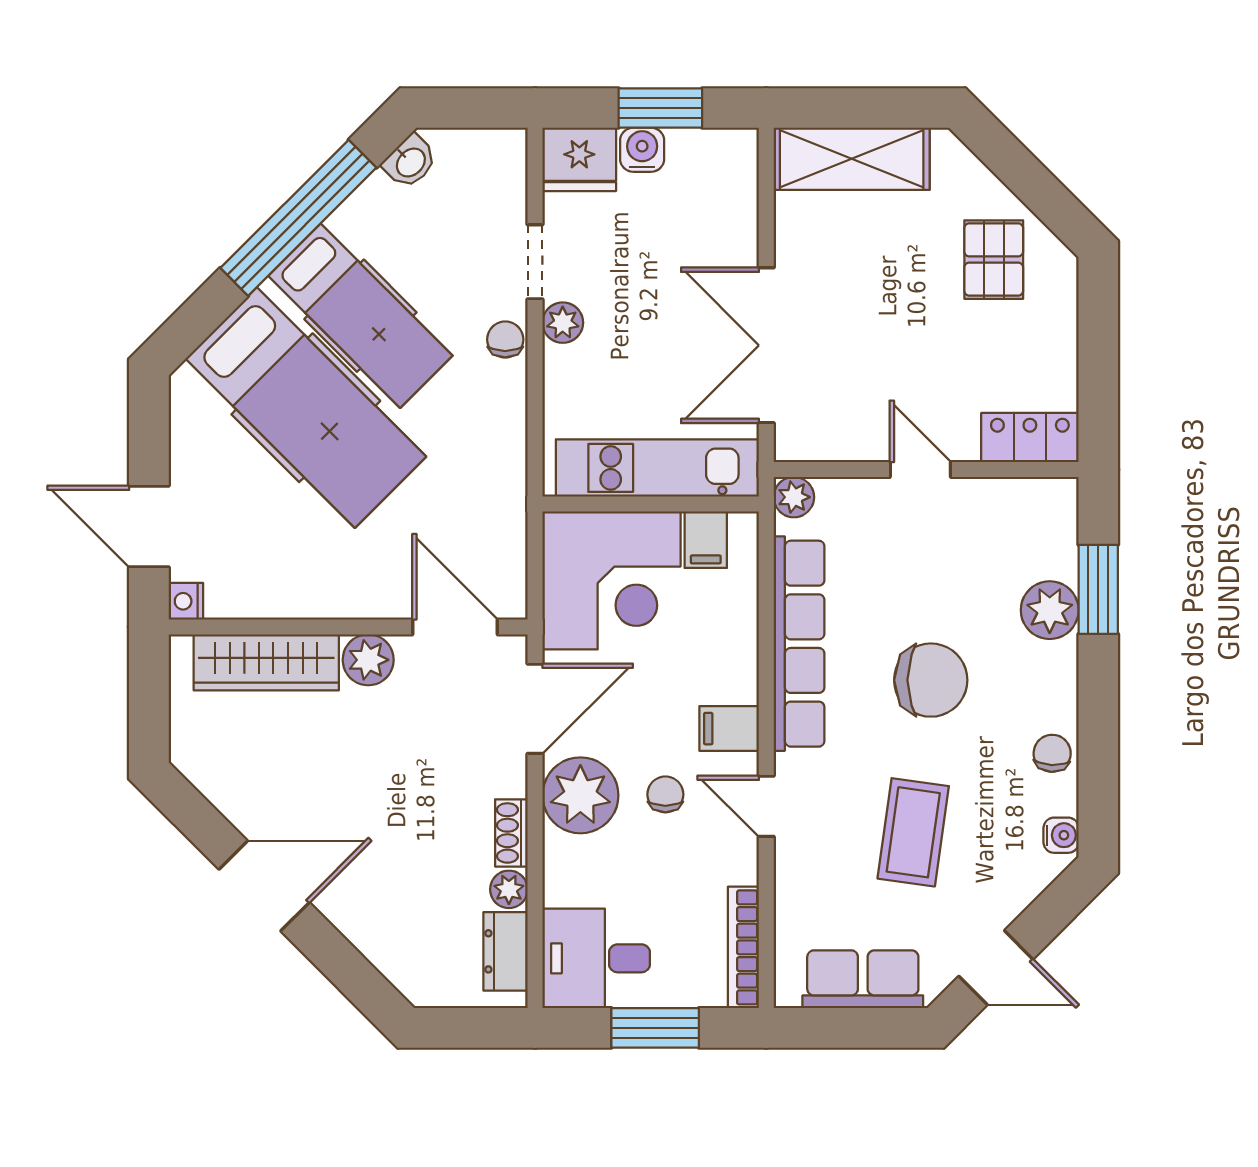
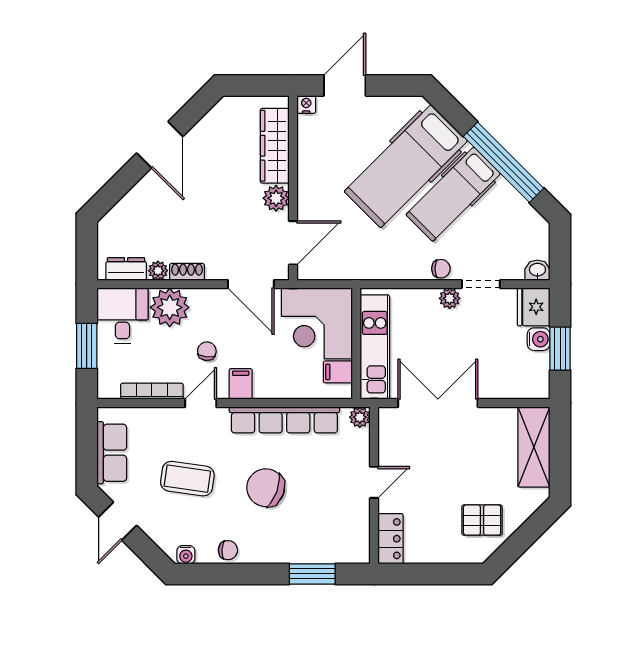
washbasin: (410, 162) -> (537, 270), moved, turned 135
plant: (1050, 610) -> (302, 549), removed
chair: (931, 680) -> (266, 488), turned 110
chair: (665, 794) -> (207, 351), turned -83
plant: (580, 795) -> (170, 307), moved
bookcase: (743, 947) -> (152, 391), moved

